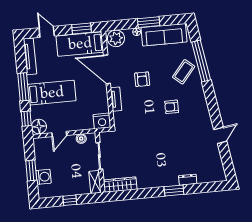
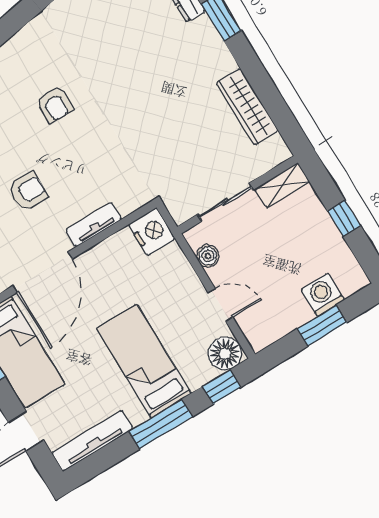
wardrobe: (120, 185) -> (247, 107), moved

